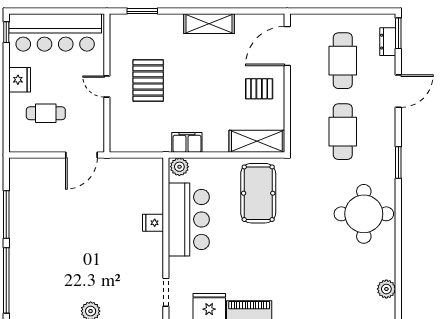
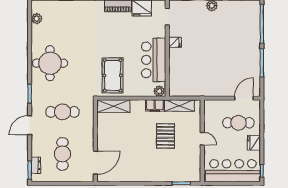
shelving: (209, 24) -> (179, 106), moved
pallet: (148, 80) -> (165, 136), moved
pallet: (259, 89) -> (112, 137), removed
door: (398, 91) -> (30, 125), moved
cafe table: (46, 113) -> (238, 123), width x1.37, depth x1.35
cafe table: (343, 132) -> (62, 112), turned 90
door: (81, 155) -> (244, 98), moved
fridge: (153, 223) -> (175, 42), moved

